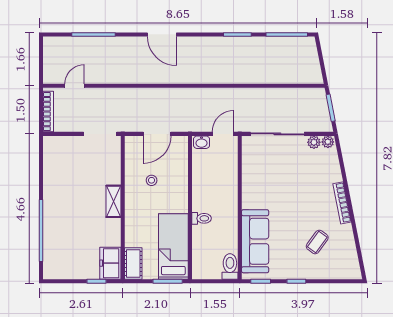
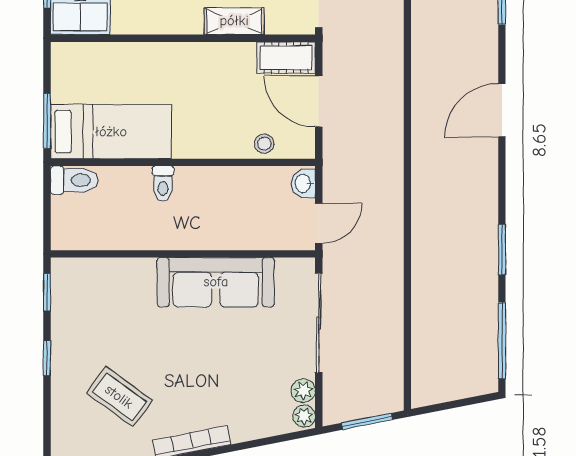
door: (223, 134) -> (319, 223), hinge flipped
stool: (152, 180) -> (264, 144), moved
shelving: (114, 201) -> (234, 21), moved
sofa: (255, 241) -> (216, 282), moved
coffee table: (317, 242) -> (119, 397), width x1.36, depth x1.30
cot: (133, 264) -> (286, 58), moved
toilet: (230, 266) -> (74, 180), moved

